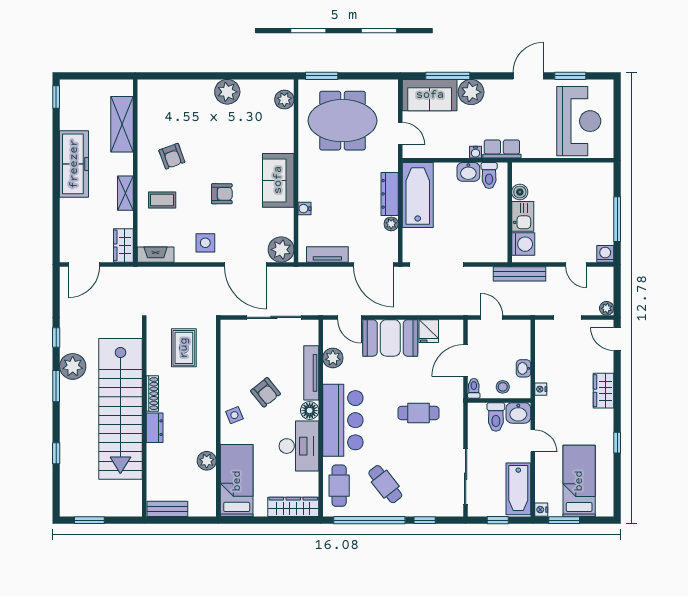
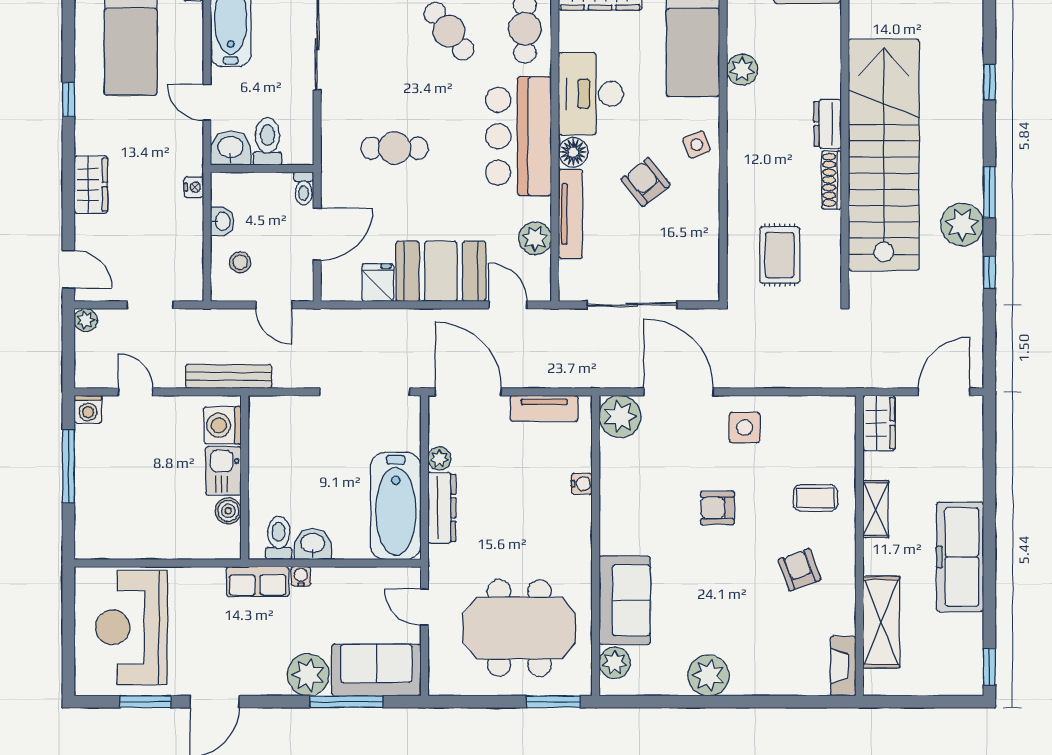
sofa: (278, 180) -> (625, 600), moved
fireplace: (156, 255) -> (843, 666), moved, turned 90
stool: (503, 387) -> (240, 262), moved

